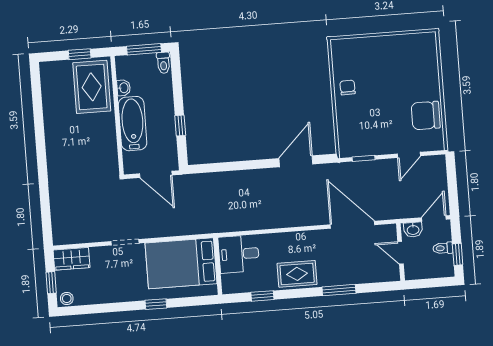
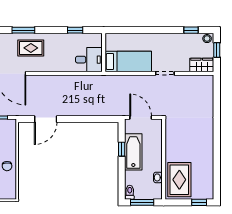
window: (80, 54) -> (199, 202), moved
bathtub: (133, 124) -> (133, 152), moved, turned 180
bed: (181, 263) -> (128, 61), width x0.67
rug: (297, 274) -> (31, 48), moved
window: (156, 304) -> (191, 30), moved

